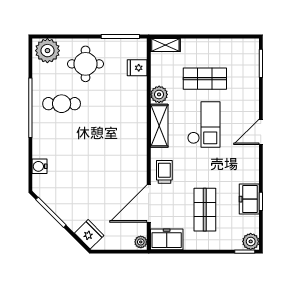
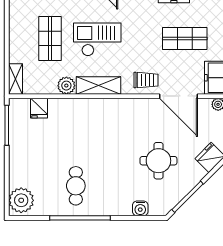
round table: (86, 64) -> (158, 161), moved
trolley: (164, 172) -> (146, 80), turned 180

